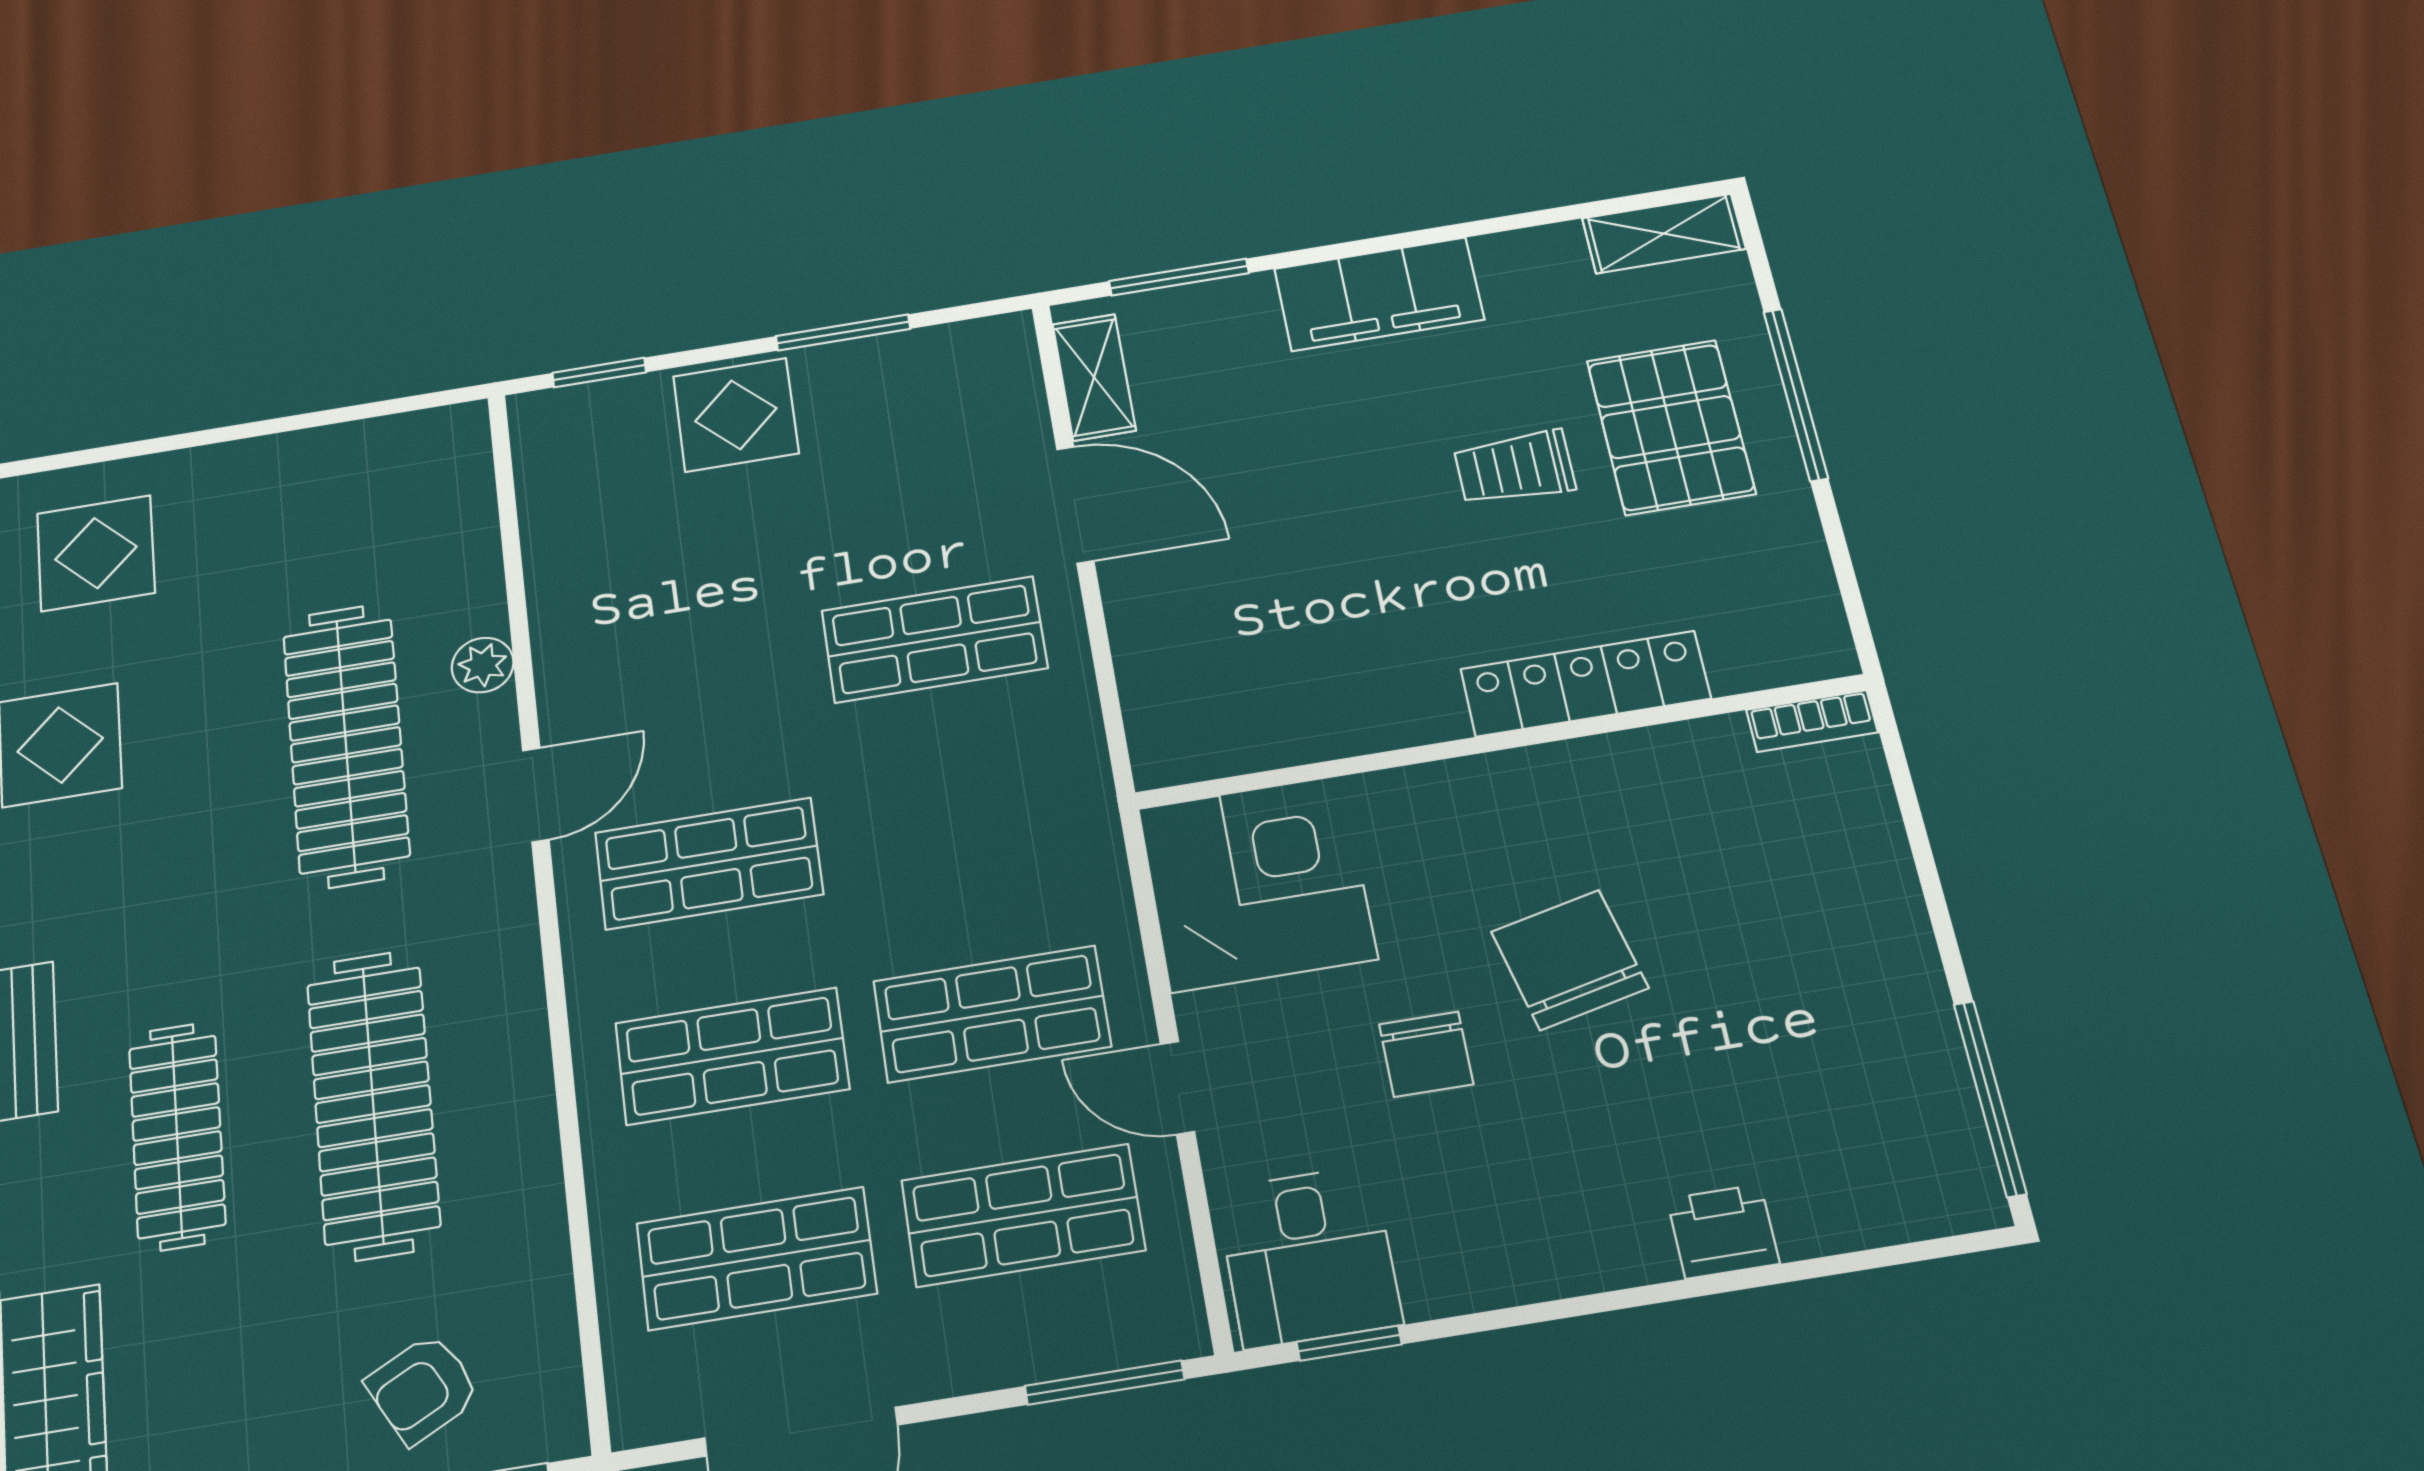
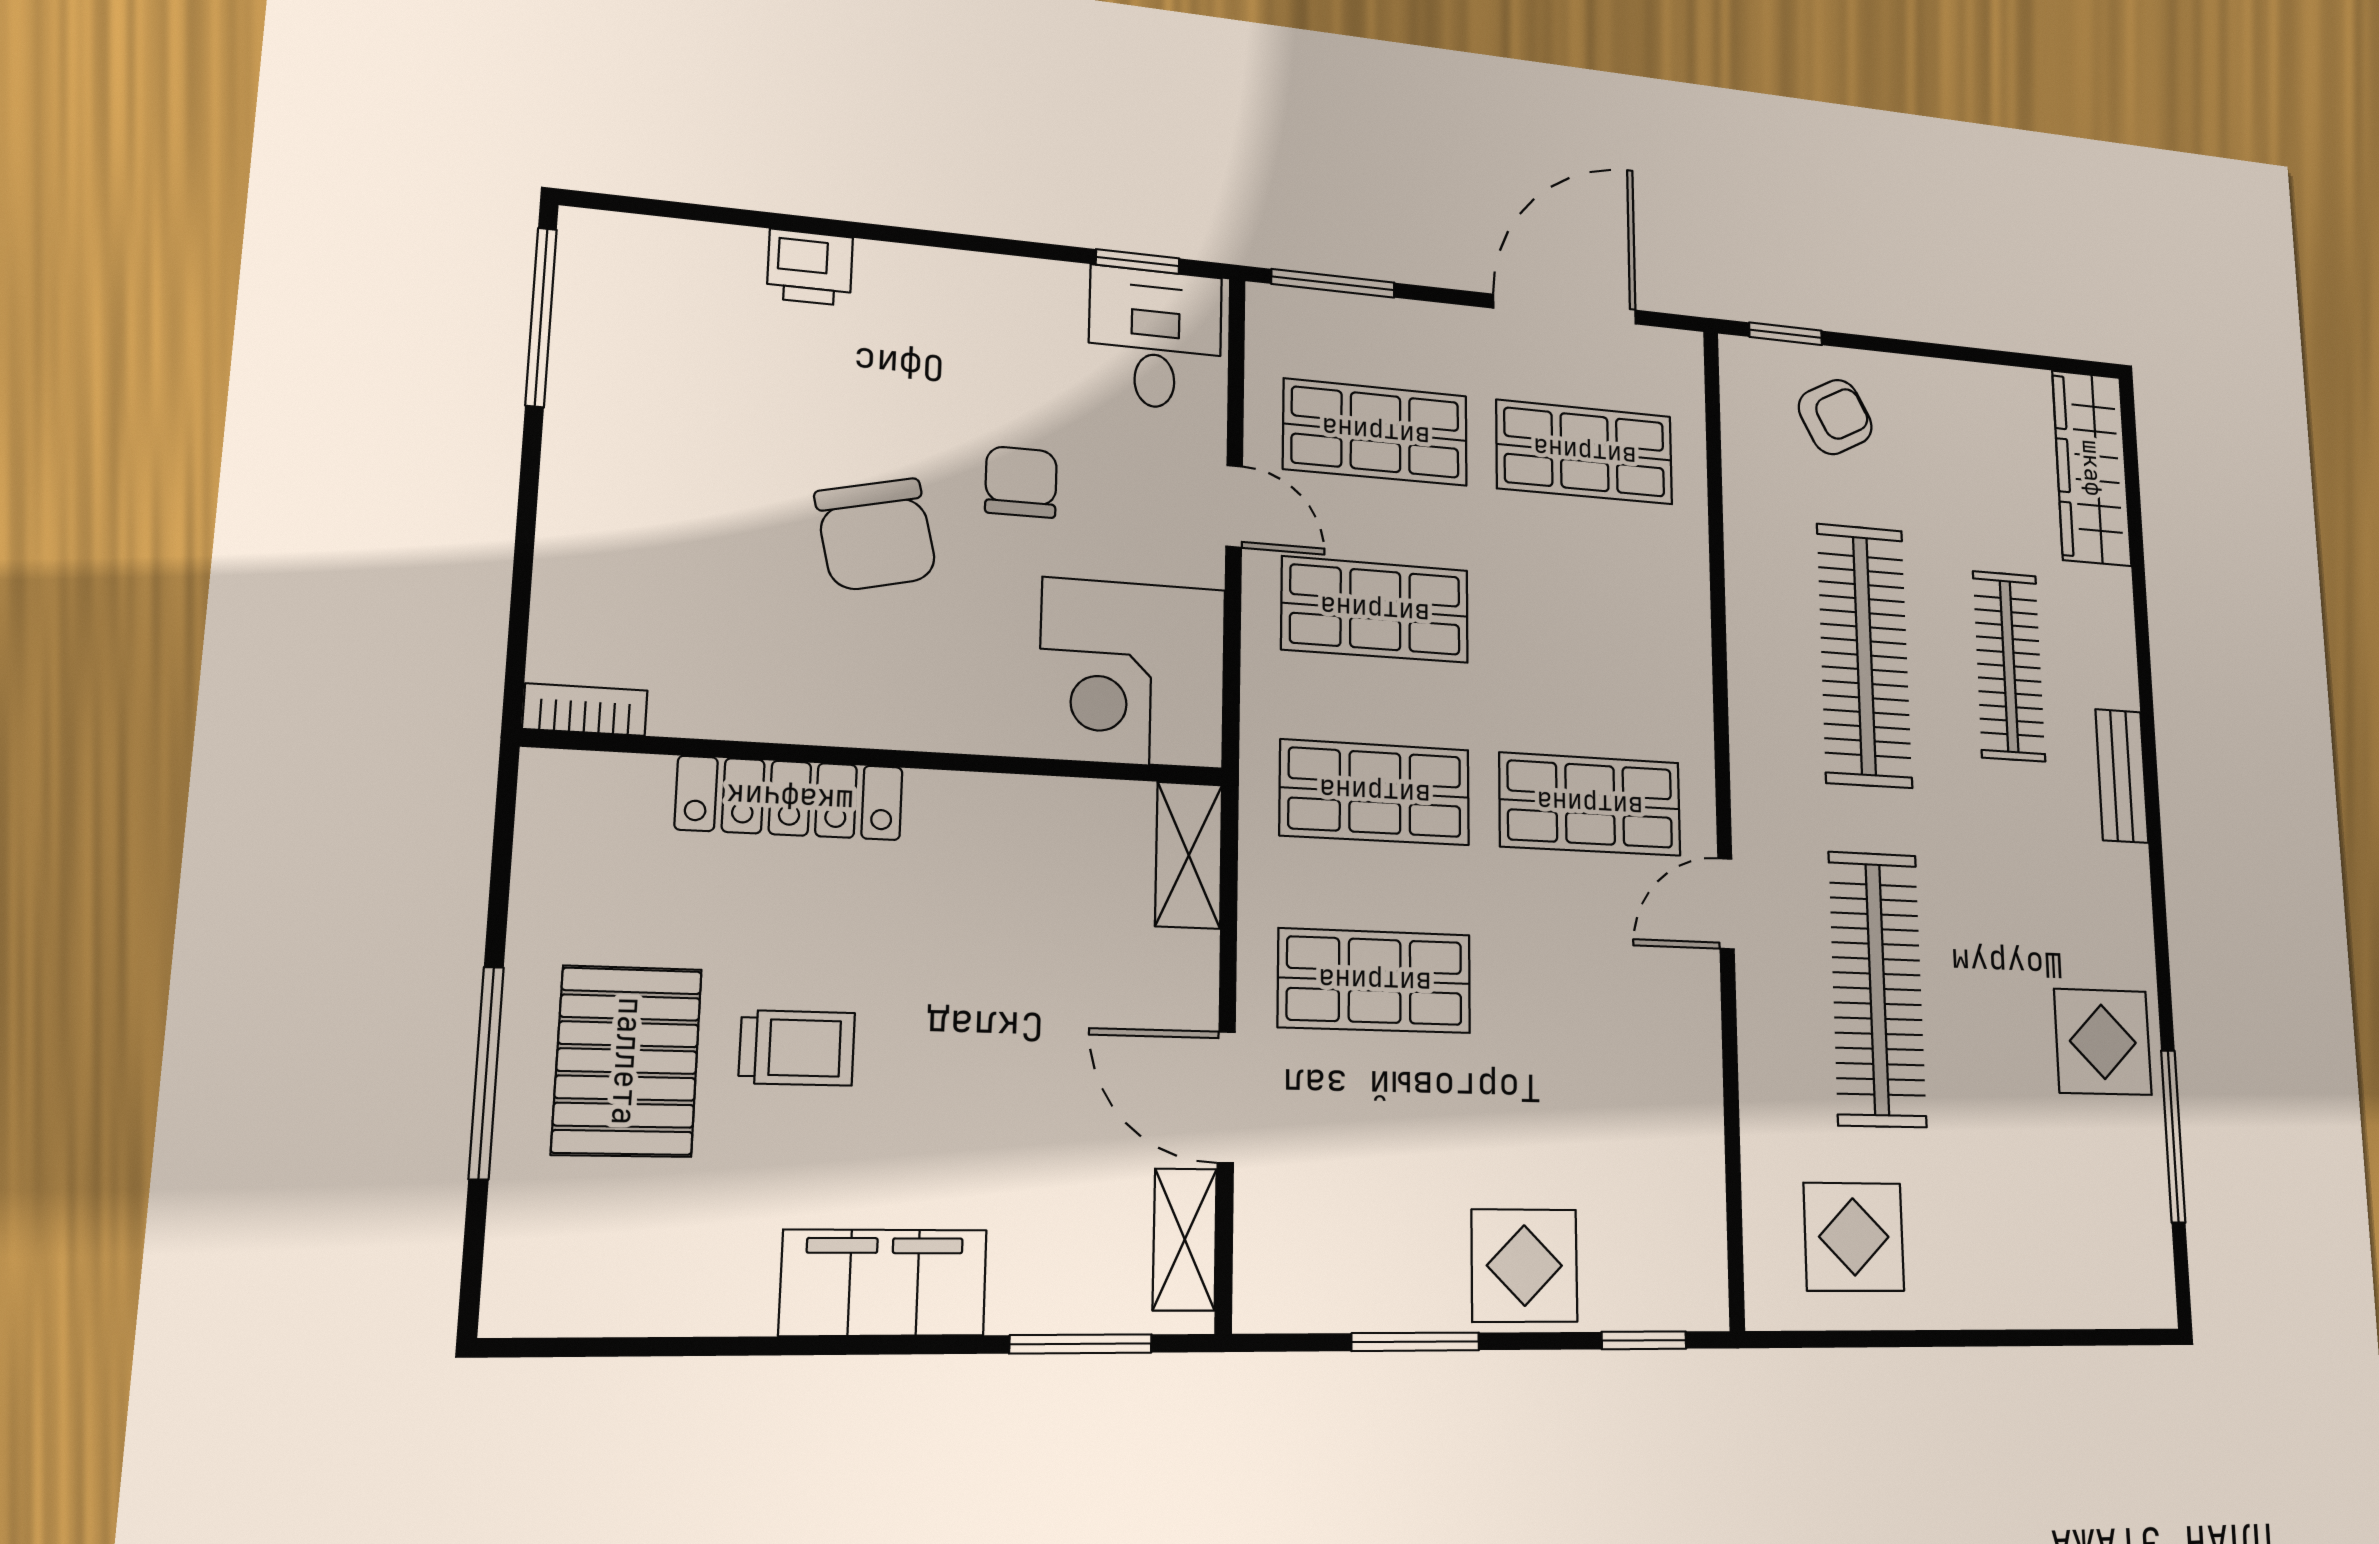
shelving: (1664, 233) -> (1189, 855), moved, turned 90
display table: (96, 553) -> (1854, 1237), moved
plant: (483, 665) -> (1763, 1043), removed
shop shelf: (732, 1056) -> (1375, 792), moved

